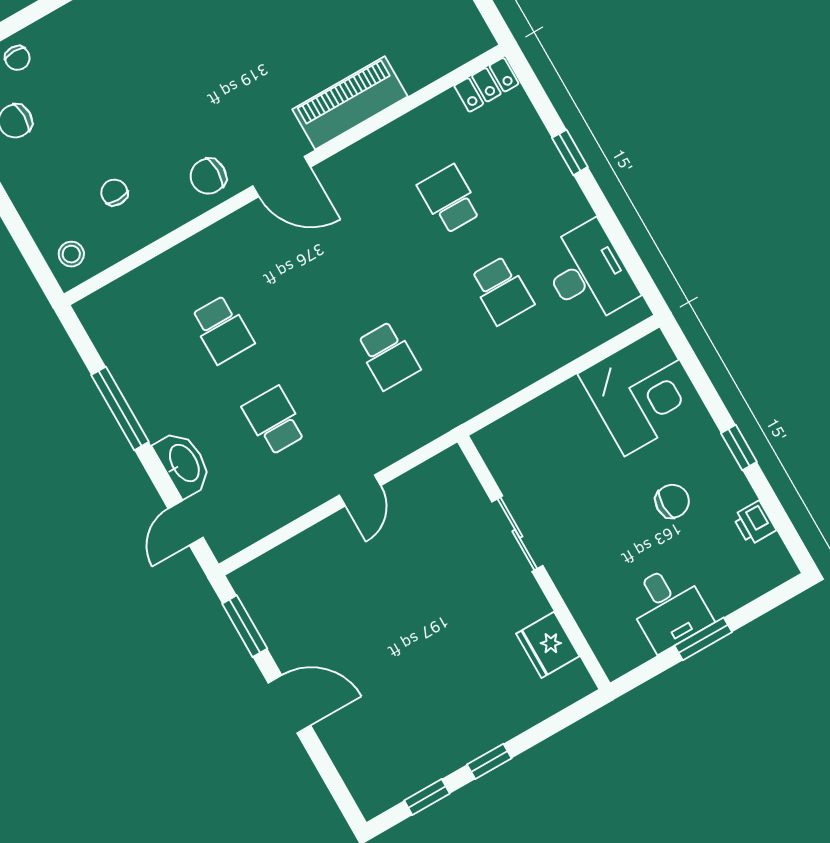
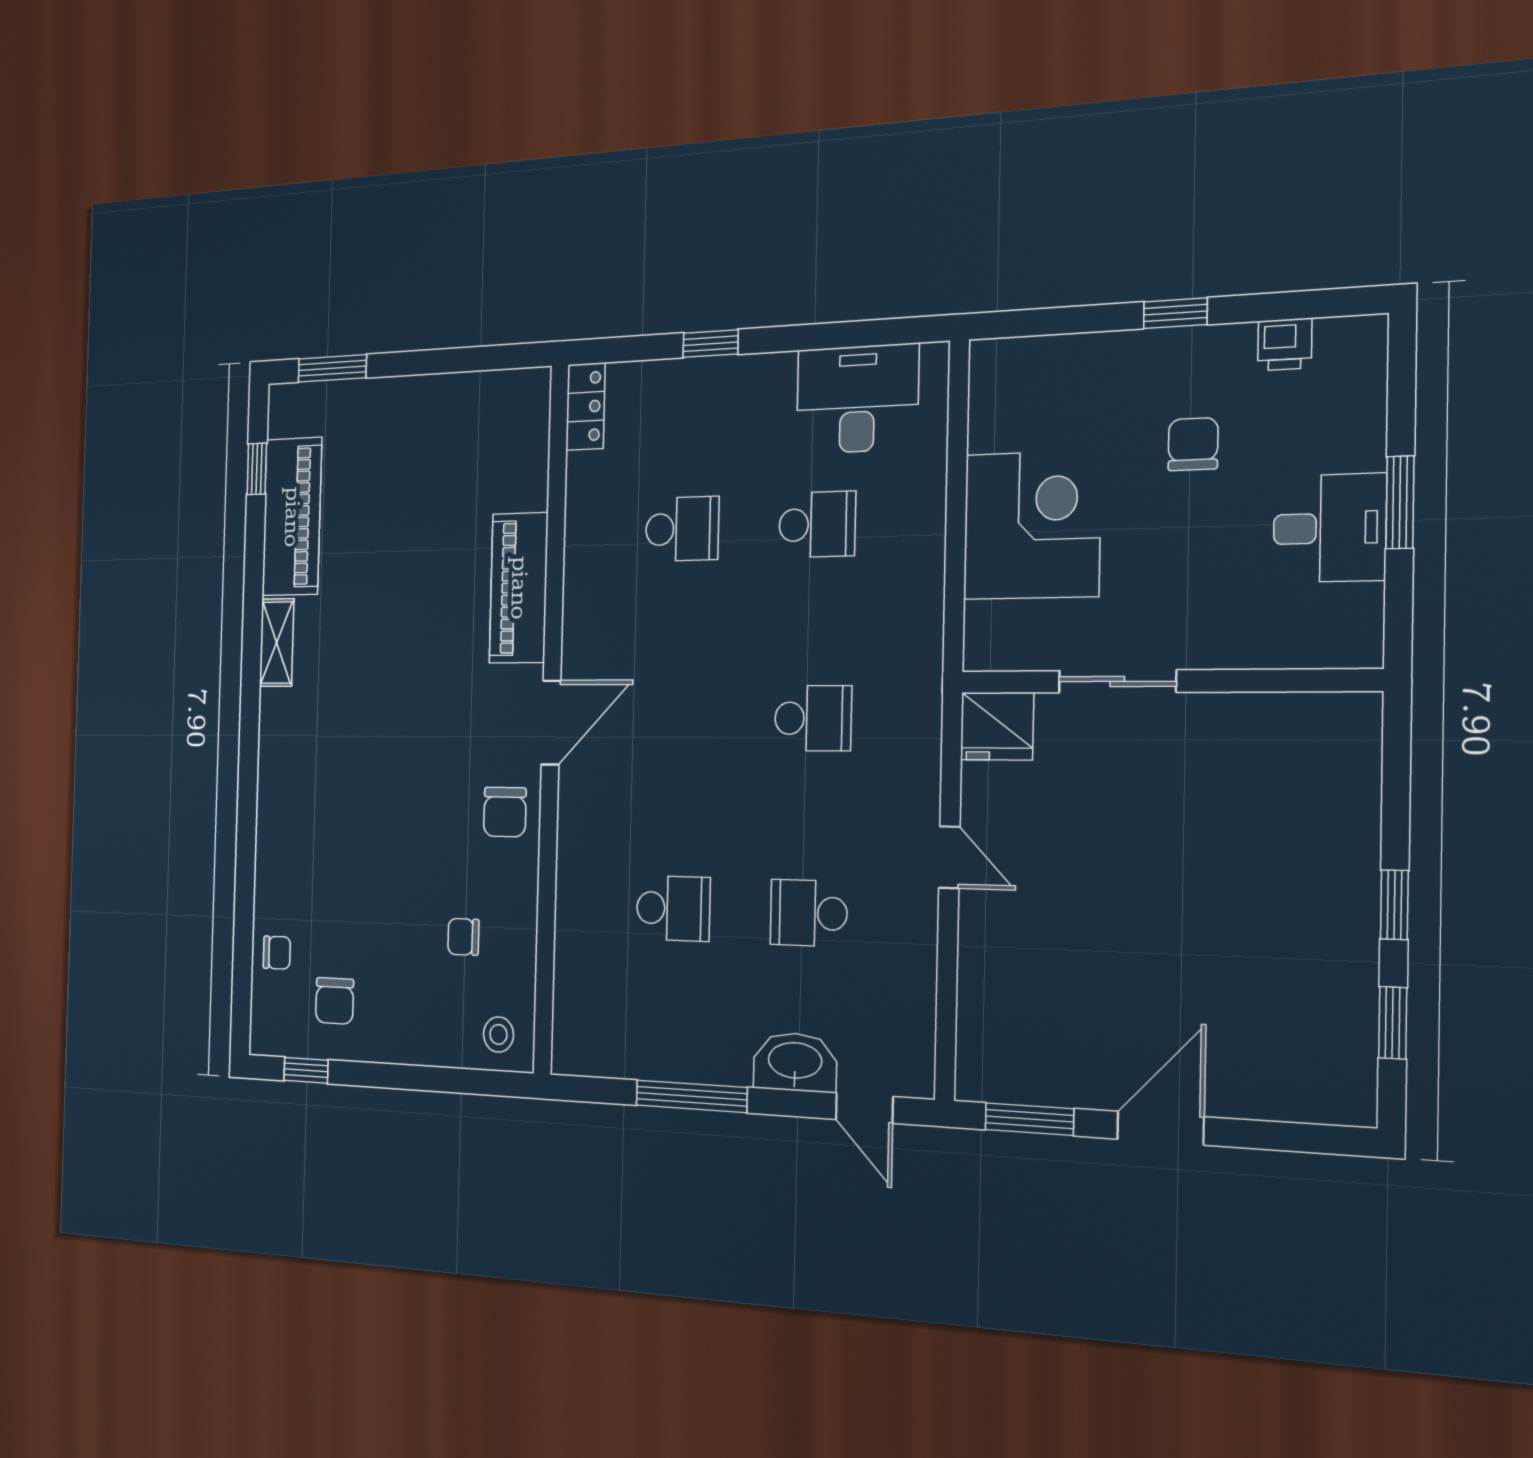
school desk: (449, 199) -> (682, 529), turned 180
corner desk: (642, 392) -> (1032, 525), moved
fridge: (548, 645) -> (997, 726), moved

